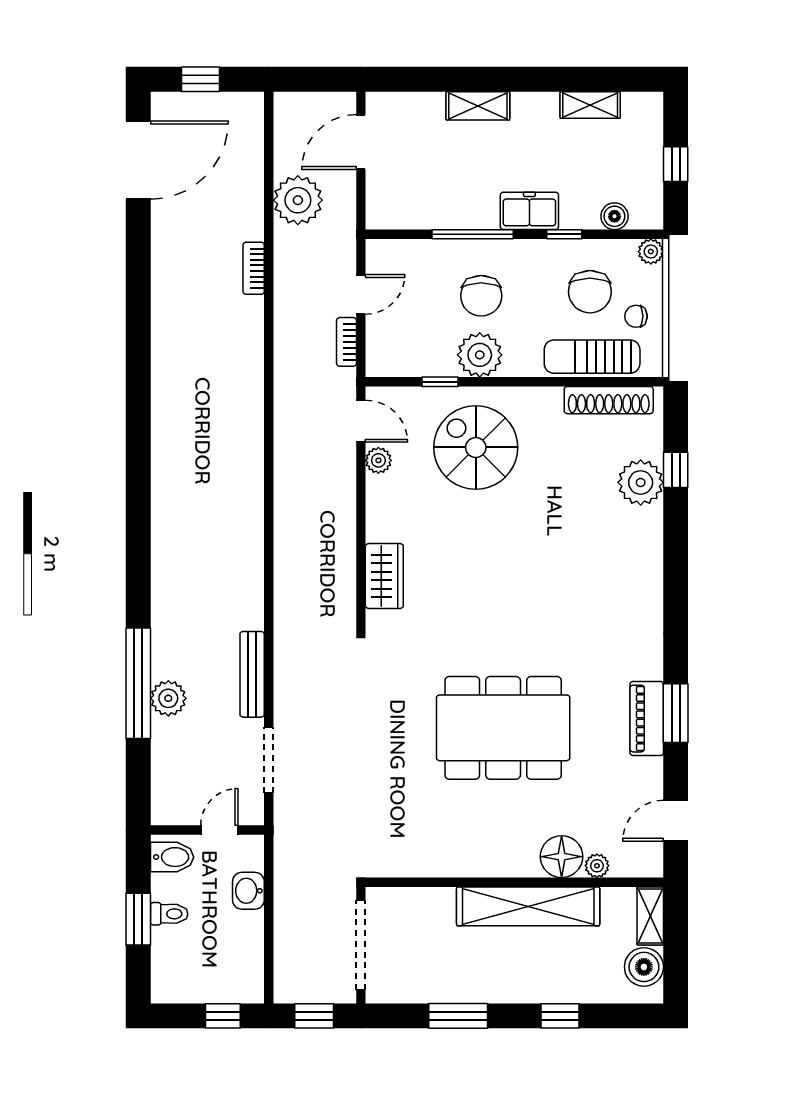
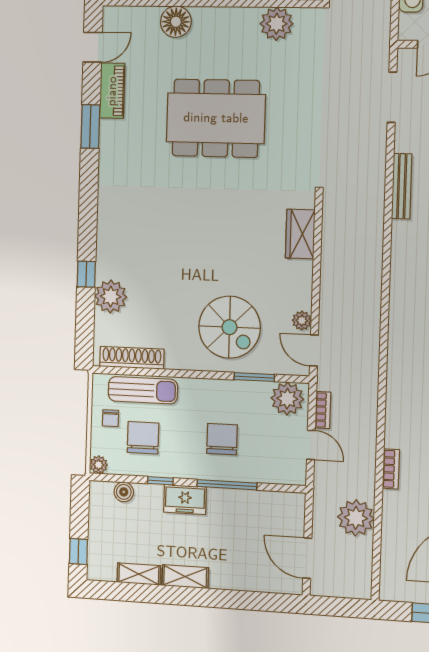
shelving: (478, 106) -> (185, 577), moved
door: (361, 142) -> (307, 558), swing flipped
window: (676, 164) -> (78, 552), moved
door: (361, 294) -> (311, 445), swing flipped
chair: (636, 316) -> (110, 418), turned 90
plant: (480, 355) -> (287, 399), moved
window: (440, 382) -> (254, 377), width x1.50
window: (676, 470) -> (86, 274), moved
bench: (252, 674) -> (402, 186), moved
piano: (647, 719) -> (112, 91), moved
plant: (597, 866) -> (277, 24), moved, width x1.87, depth x1.87

